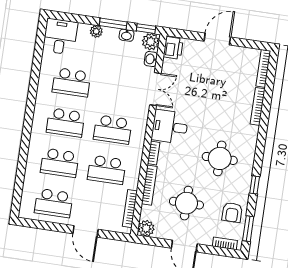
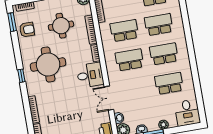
round table: (220, 158) -> (48, 64), width x1.36, depth x1.36
window: (255, 185) -> (21, 76), moved
armchair: (232, 212) -> (27, 30), turned 90

